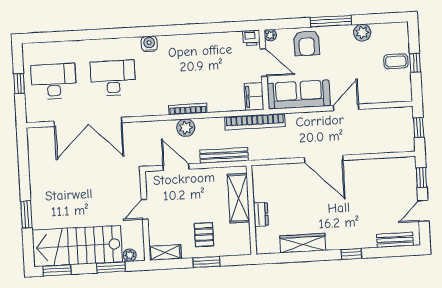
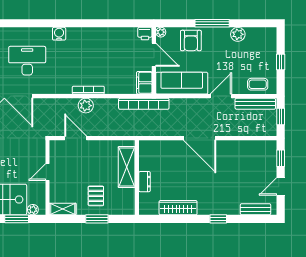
coffee table: (396, 61) -> (258, 84), moved
bench: (224, 155) -> (255, 104), moved

